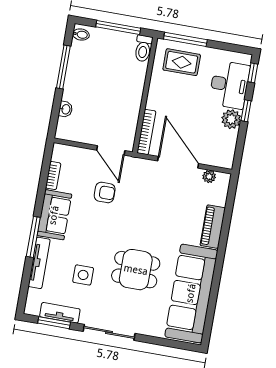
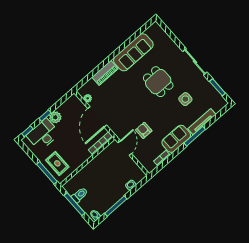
toilet: (143, 48) -> (80, 195), moved
sofa: (191, 293) -> (133, 52), width x0.74, depth x0.79
tv unit: (60, 313) -> (211, 90), removed

